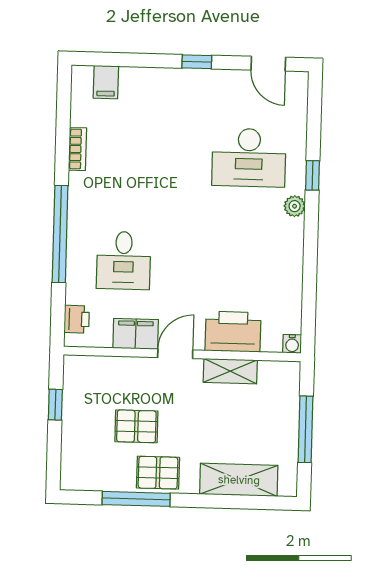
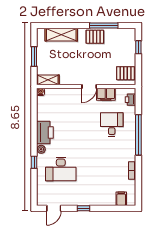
door: (268, 64) -> (54, 208), swing flipped
desk: (249, 158) -> (61, 169), turned 180
printer: (233, 332) -> (45, 133), moved, turned -90
shelving: (230, 371) -> (48, 80), moved
window: (55, 405) -> (138, 47), moved
pallet: (136, 426) -> (126, 73), moved
window: (305, 429) -> (34, 56), width x0.69

